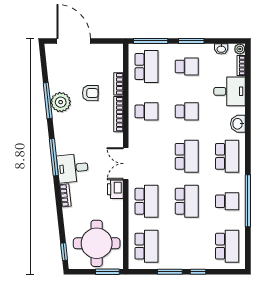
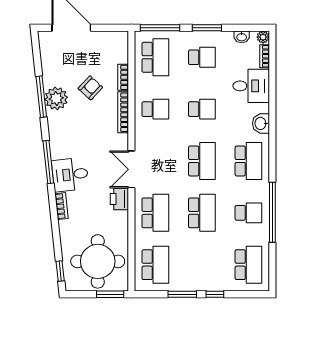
armchair: (90, 93) -> (90, 88), turned -48

